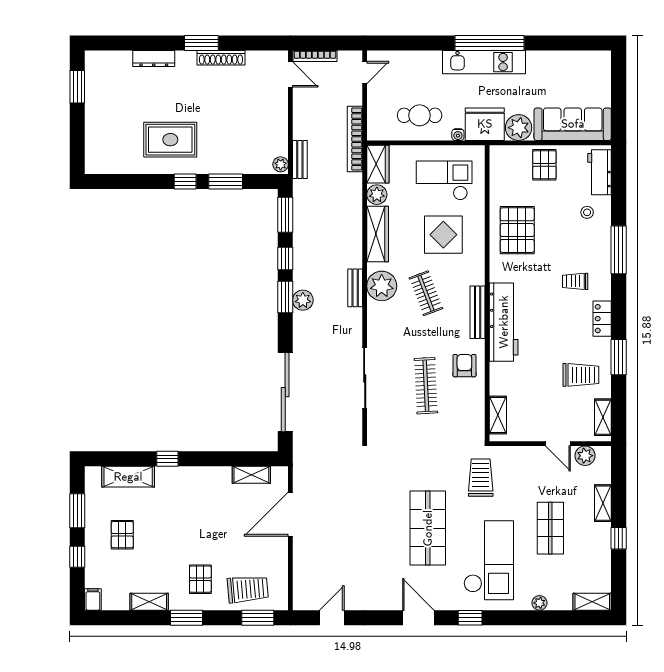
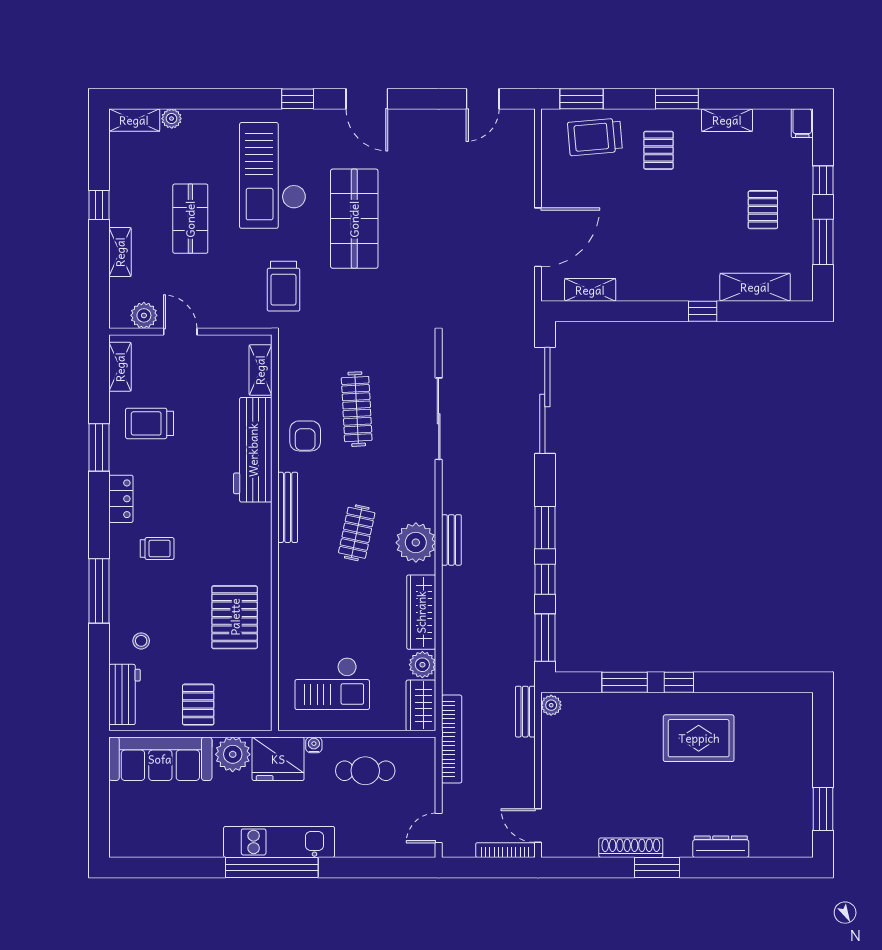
display table: (443, 235) -> (333, 611), removed
clothes rail: (426, 293) -> (357, 533), turned 33
plant: (303, 300) -> (521, 523), removed
workbench: (504, 322) -> (253, 450), moved
plant: (539, 603) -> (172, 119), moved

